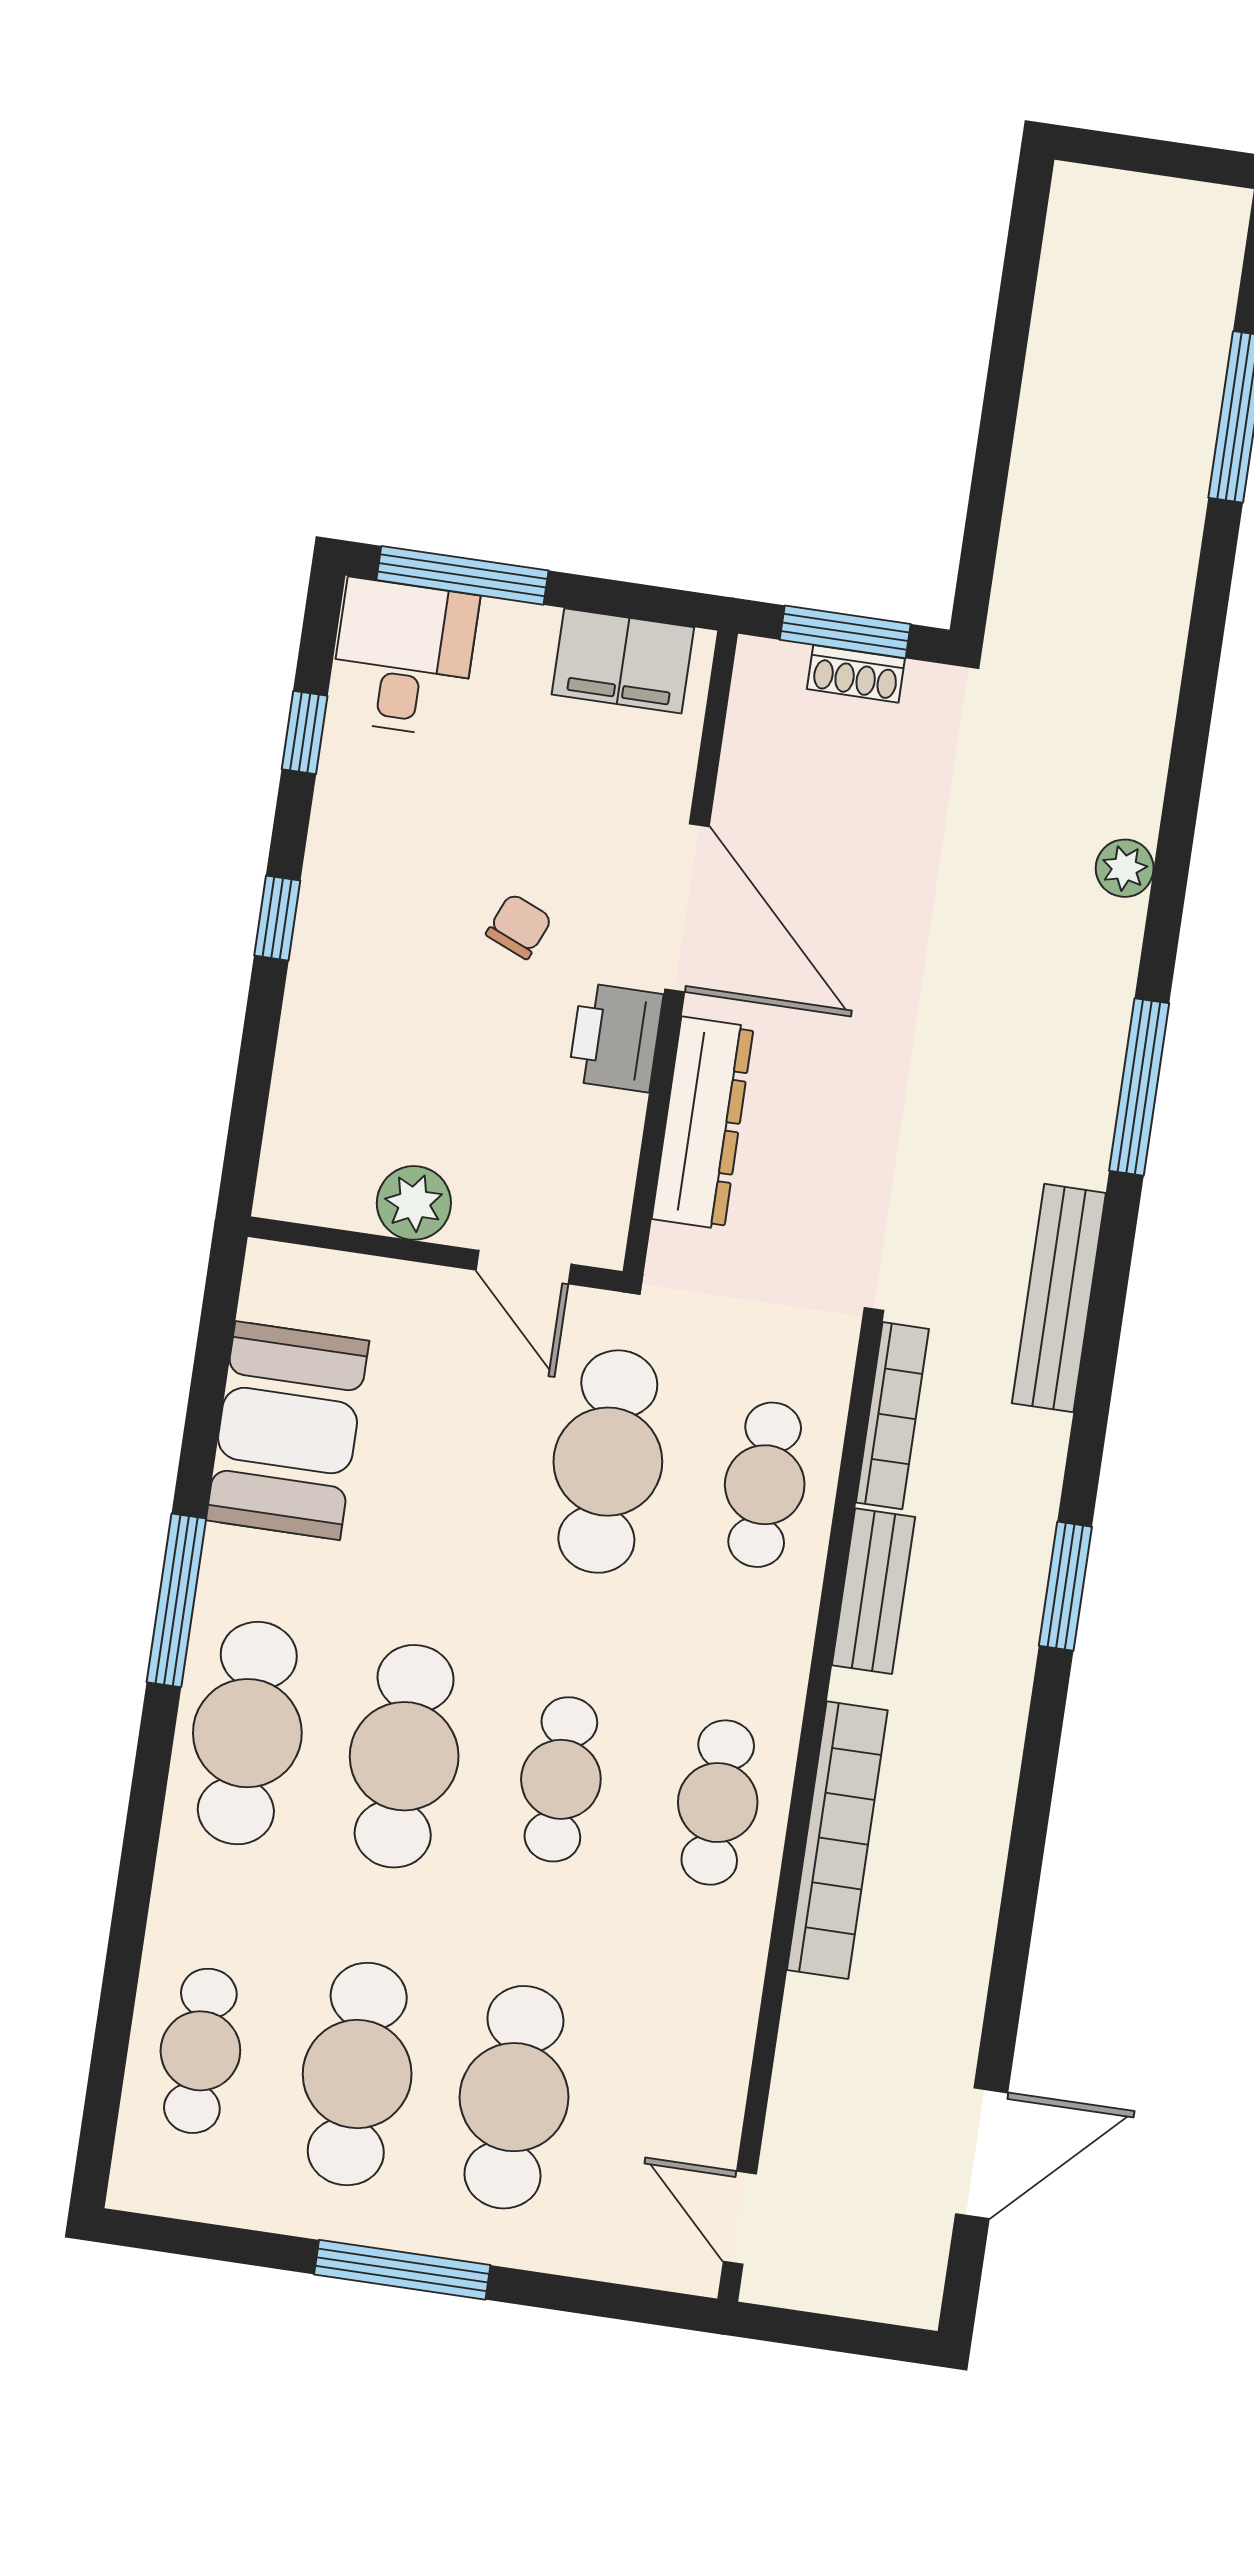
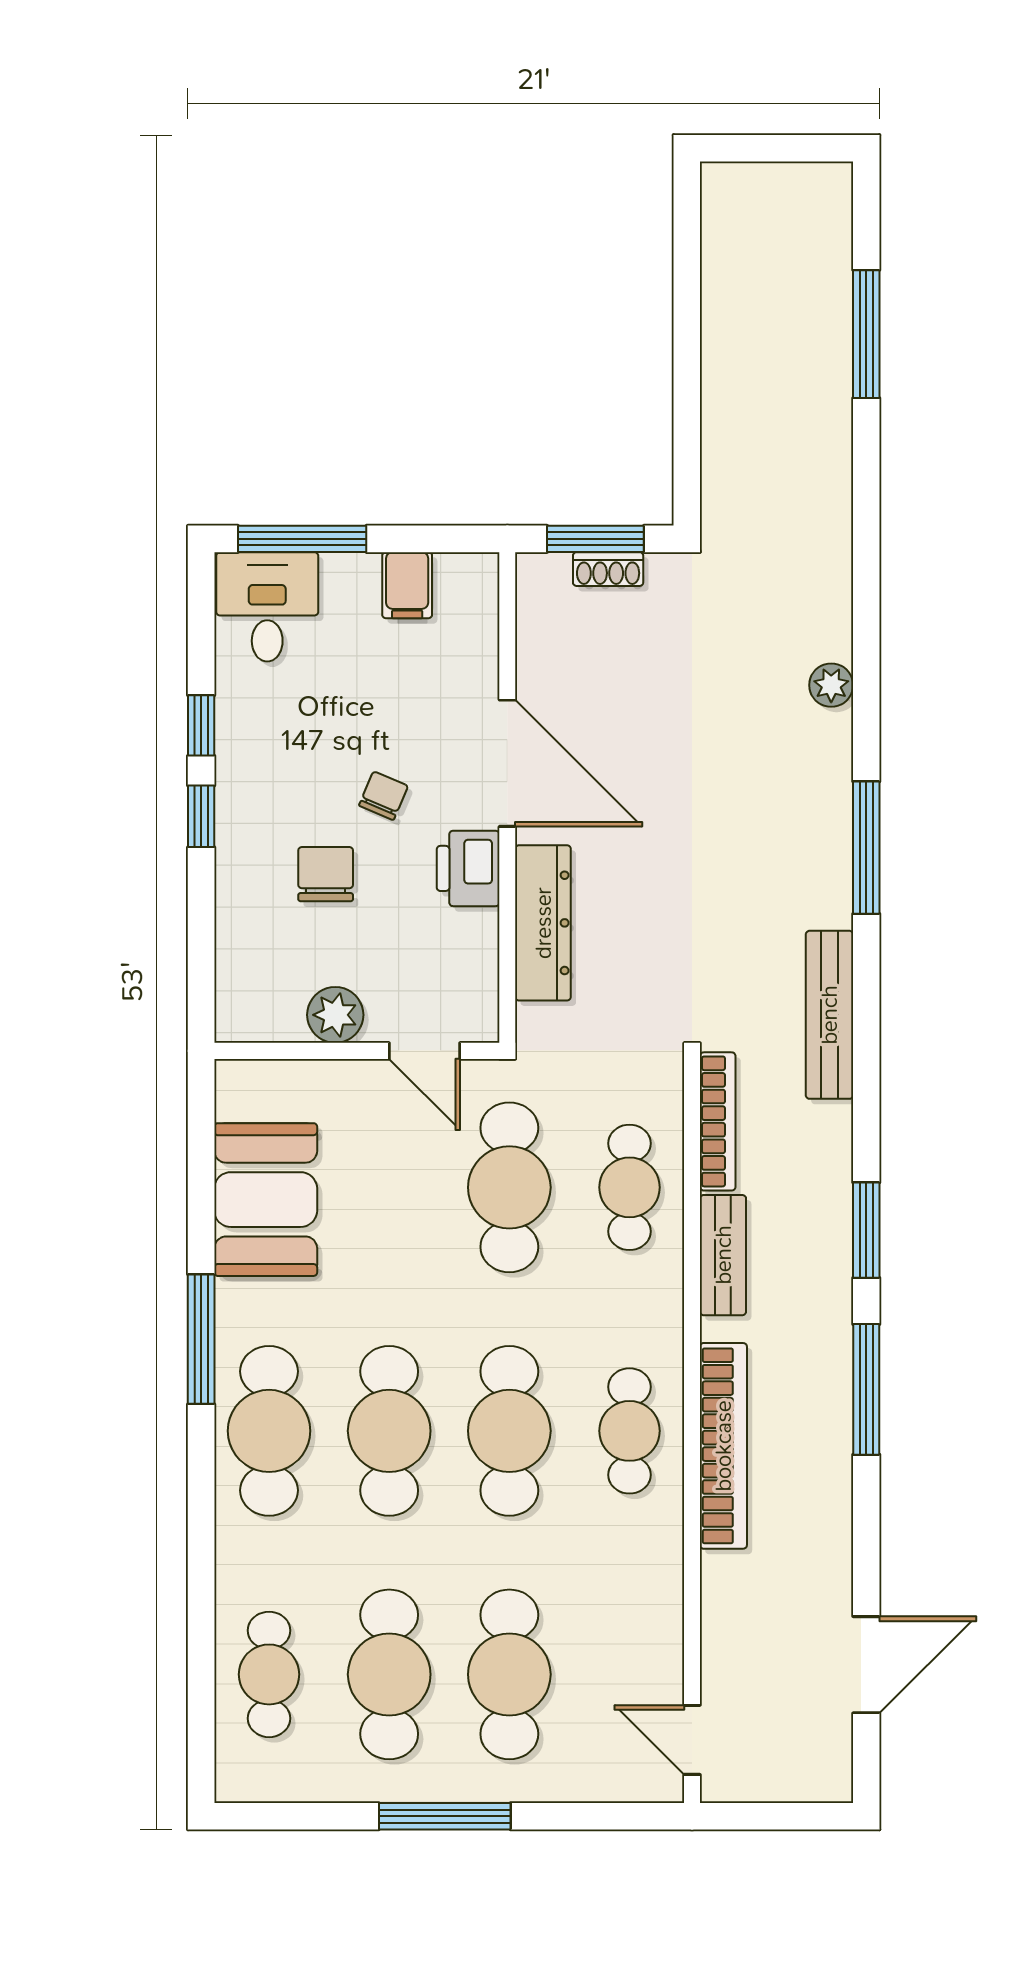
filing cabinet: (623, 661) -> (407, 585), width x0.50
window: (305, 733) -> (201, 725), moved
chair: (428, 1018) -> (326, 874), added
cafe table: (561, 1779) -> (509, 1431), width x1.37, depth x1.35
window: (1035, 1794) -> (866, 1389), added

